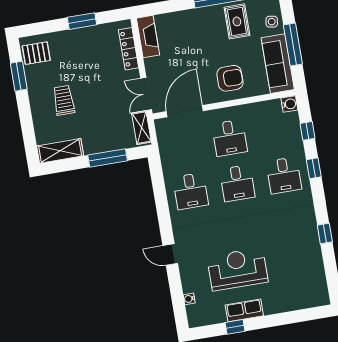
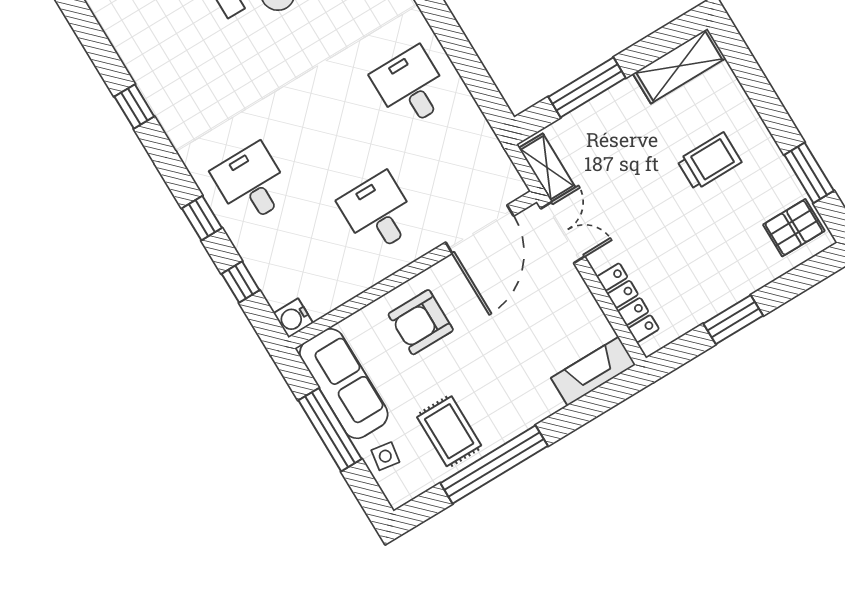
fireplace: (148, 37) -> (593, 371), moved, turned 90
trolley: (64, 100) -> (709, 161), turned -90
desk: (237, 183) -> (331, 135), removed

